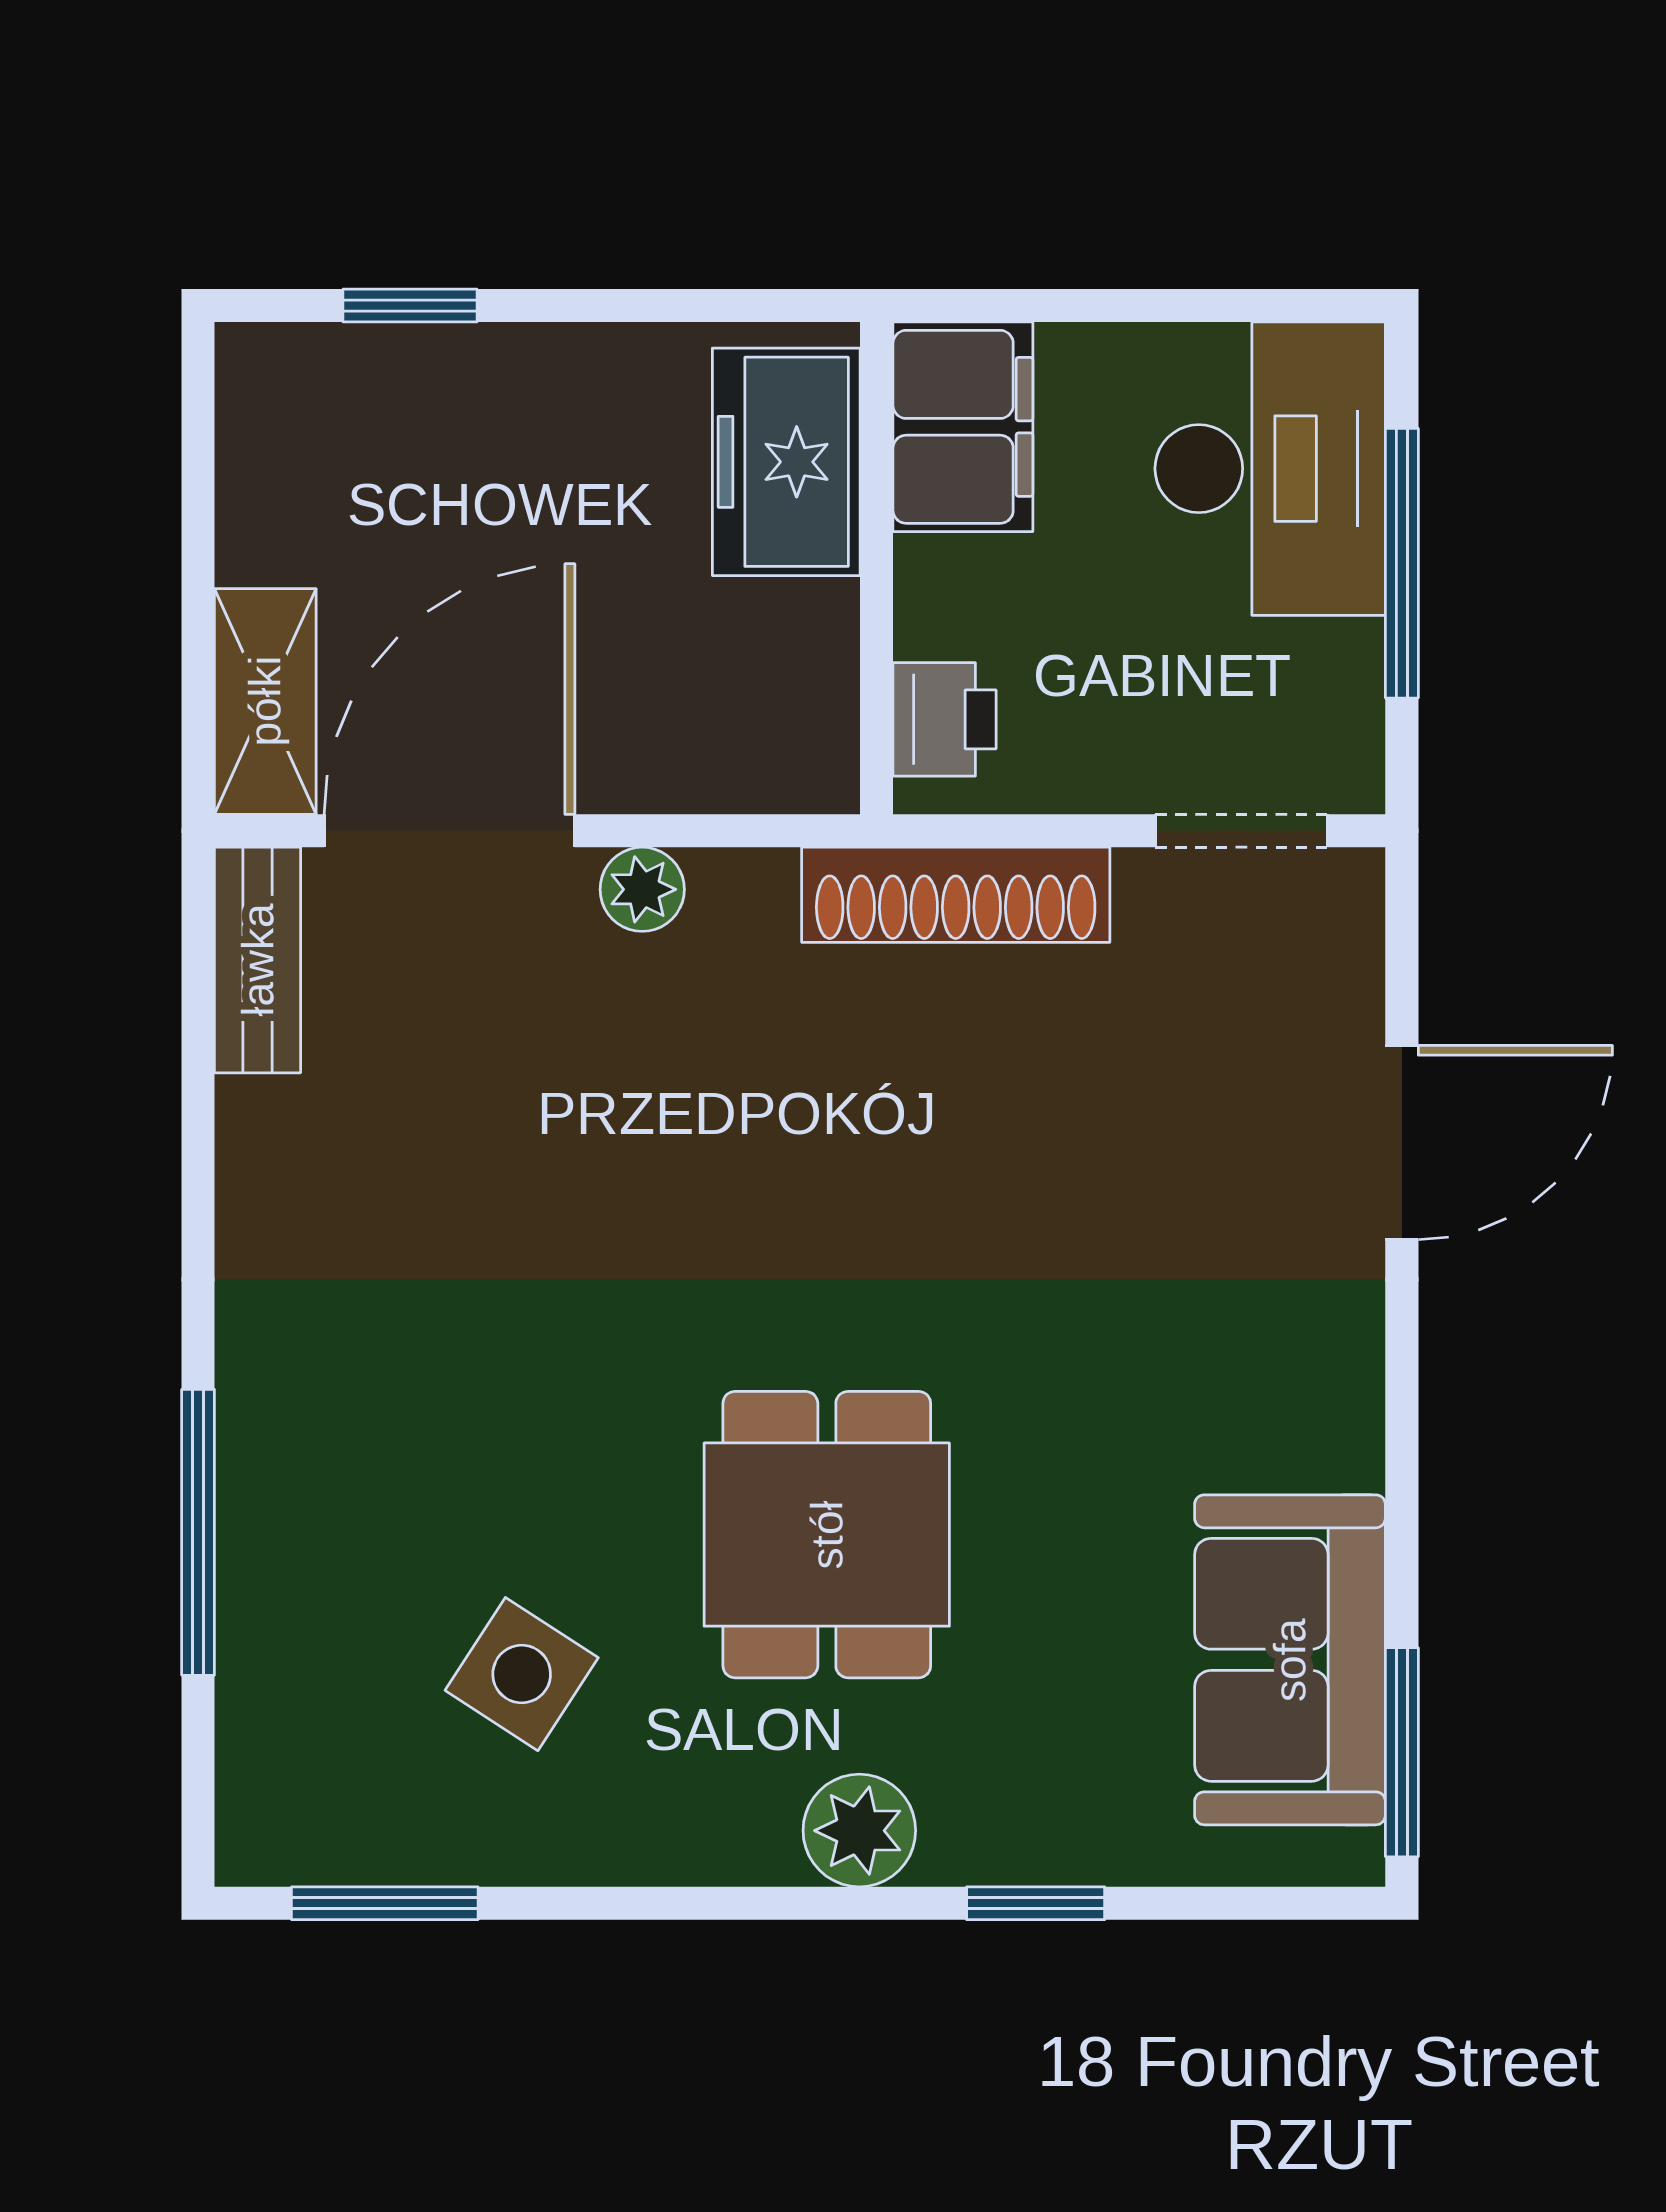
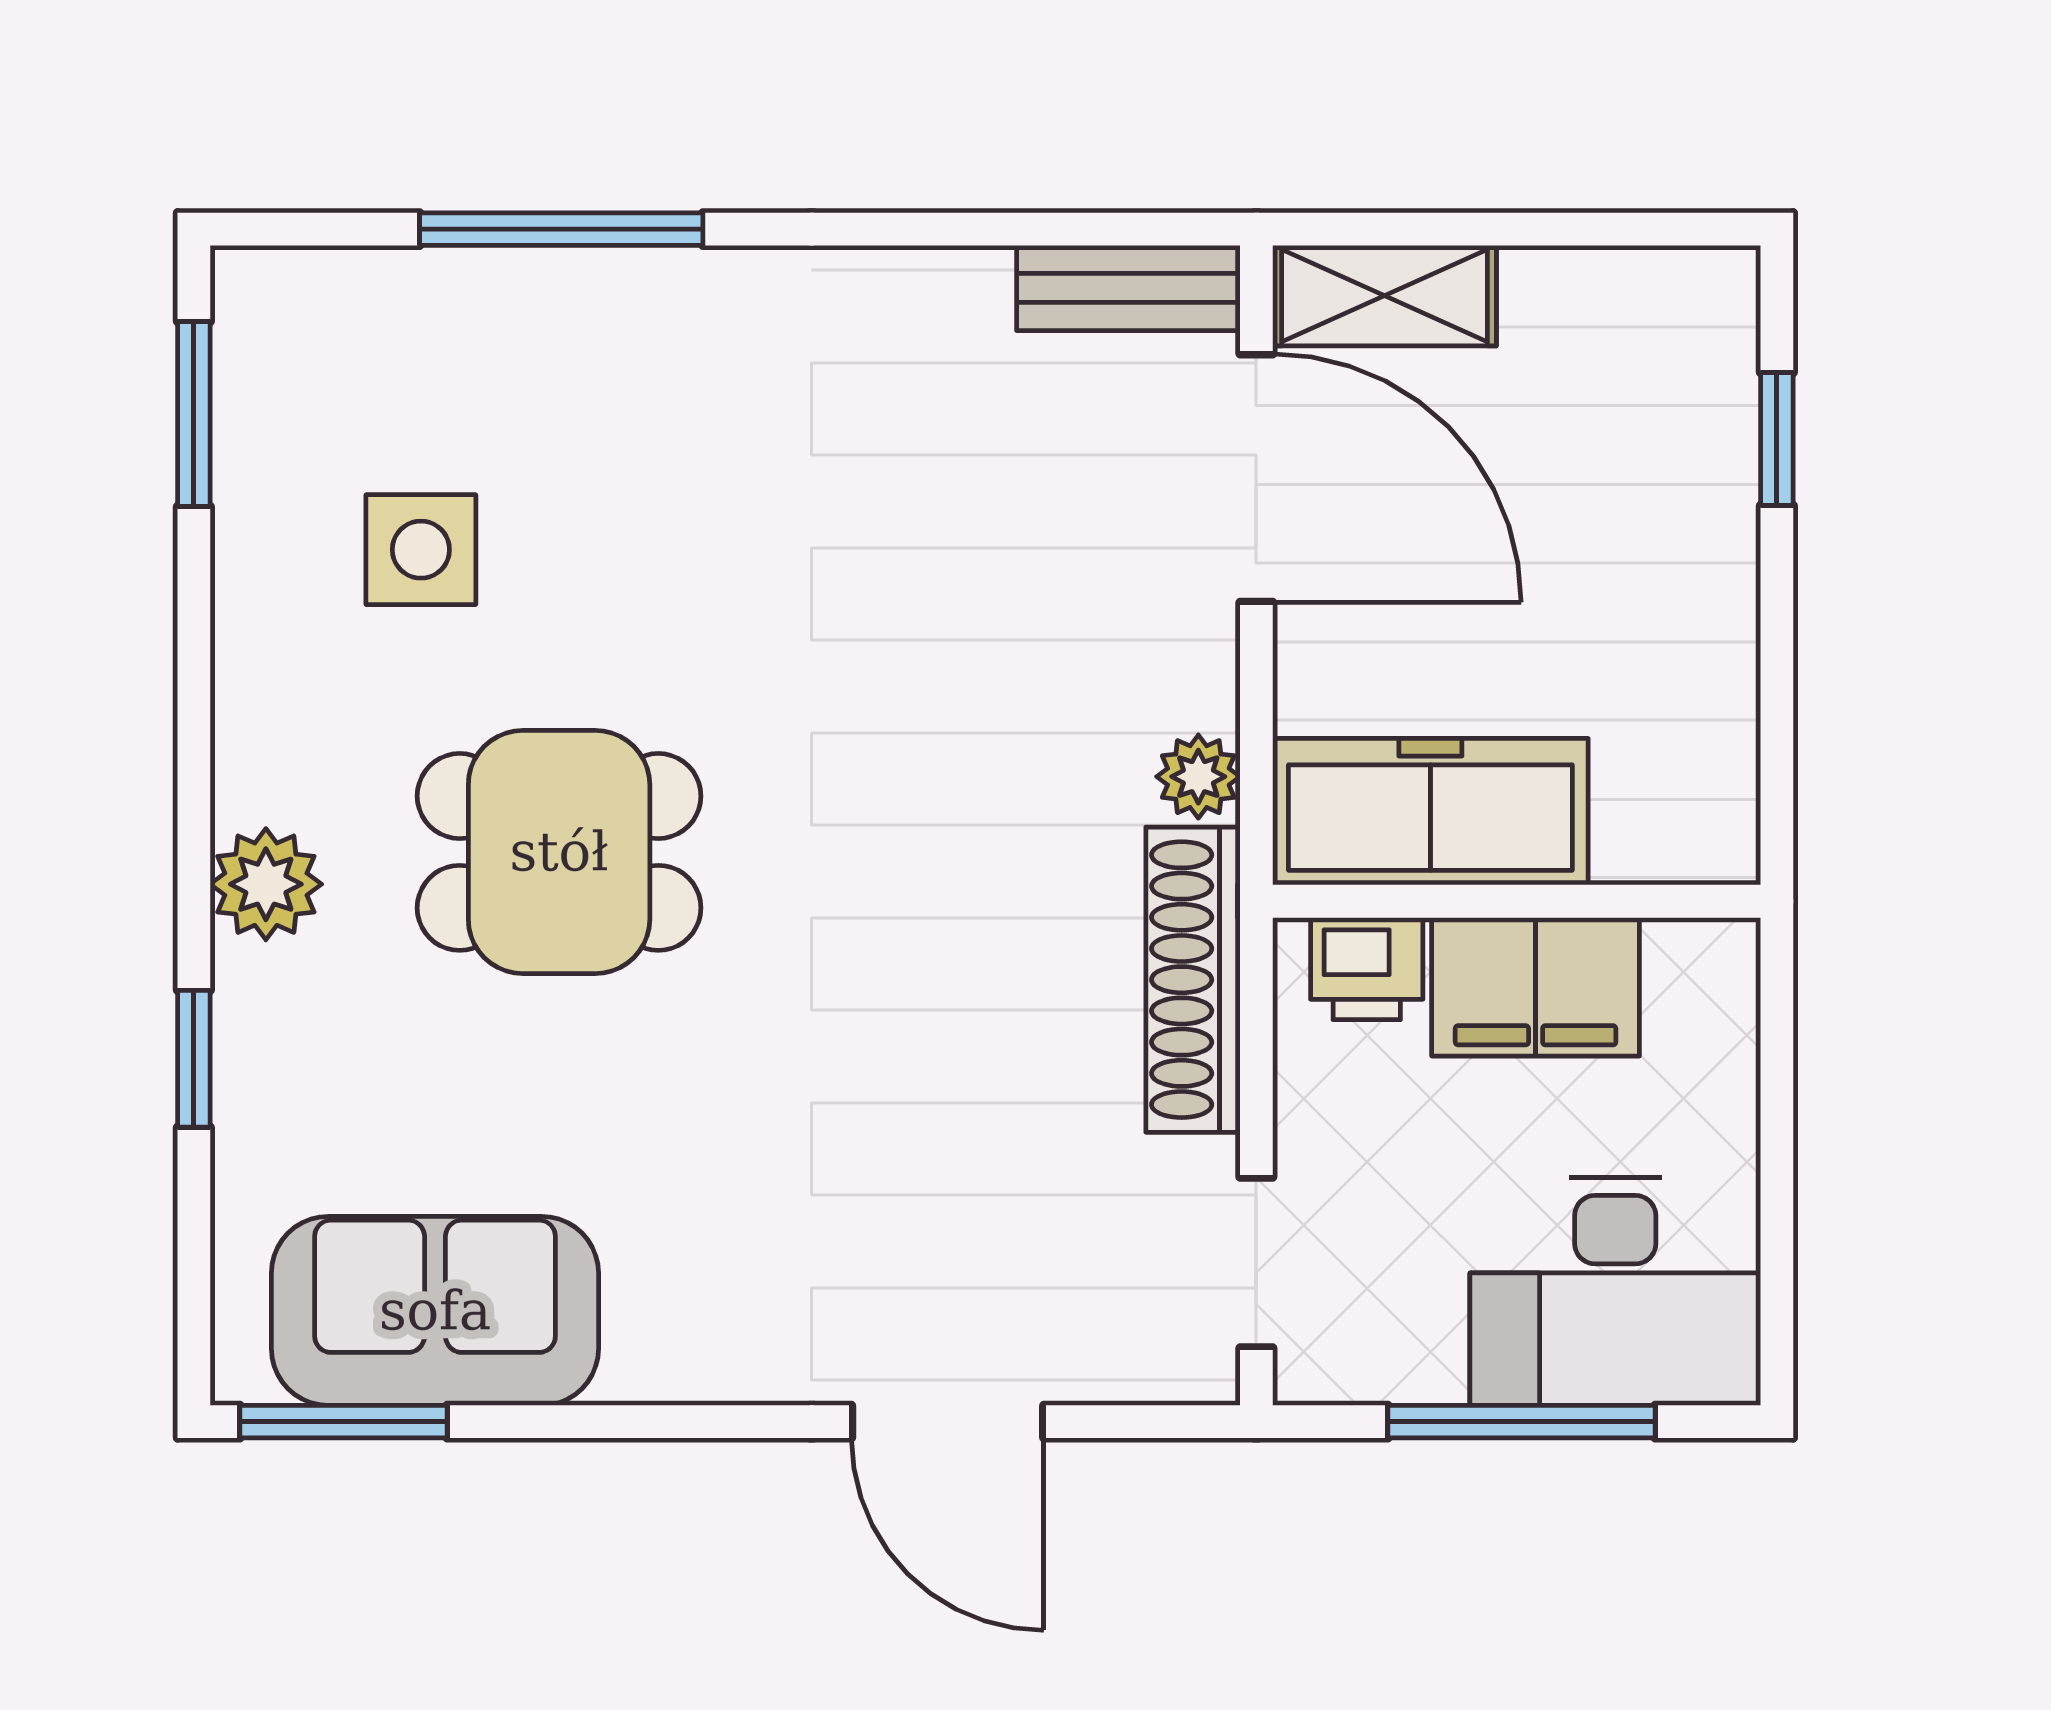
filing cabinet: (963, 427) -> (1536, 987), moved
freezer: (786, 462) -> (1430, 812), moved, width x1.40
plant: (642, 889) -> (1198, 777), moved
side table: (522, 1674) -> (421, 550), turned -33

